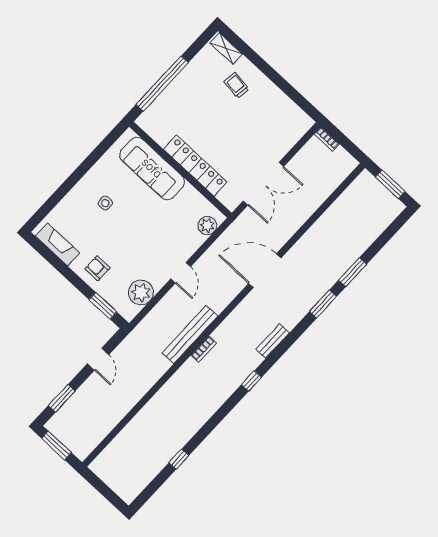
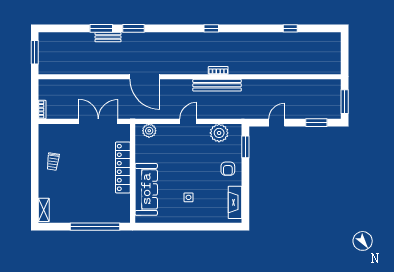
trolley: (236, 85) -> (53, 162), moved
bench: (273, 341) -> (108, 37), moved

